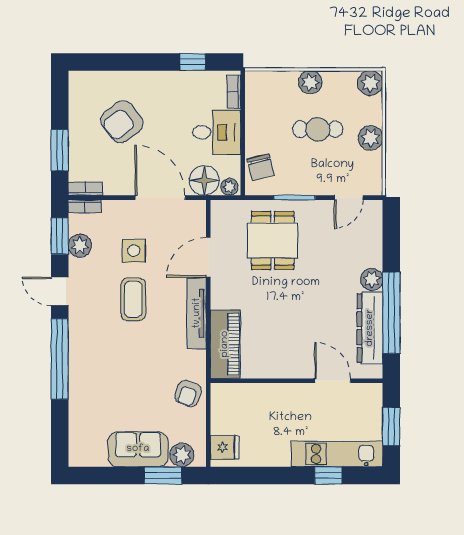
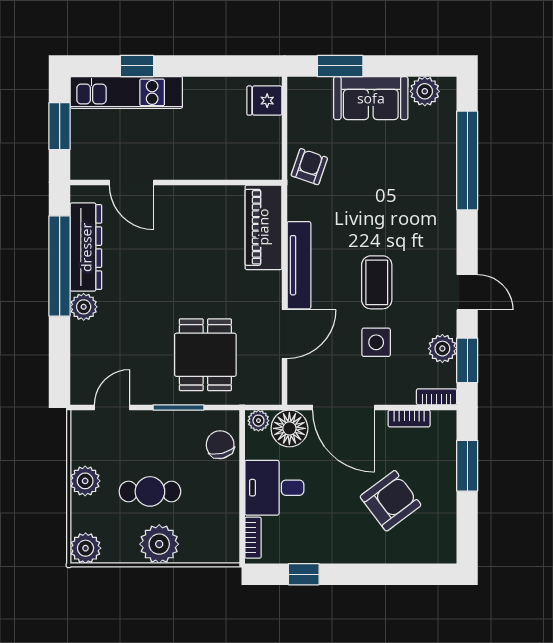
plant: (310, 82) -> (159, 544), width x1.36, depth x1.36
bookcase: (85, 189) -> (409, 418), moved
window: (60, 359) -> (467, 161), moved
plant: (182, 455) -> (425, 91), moved

